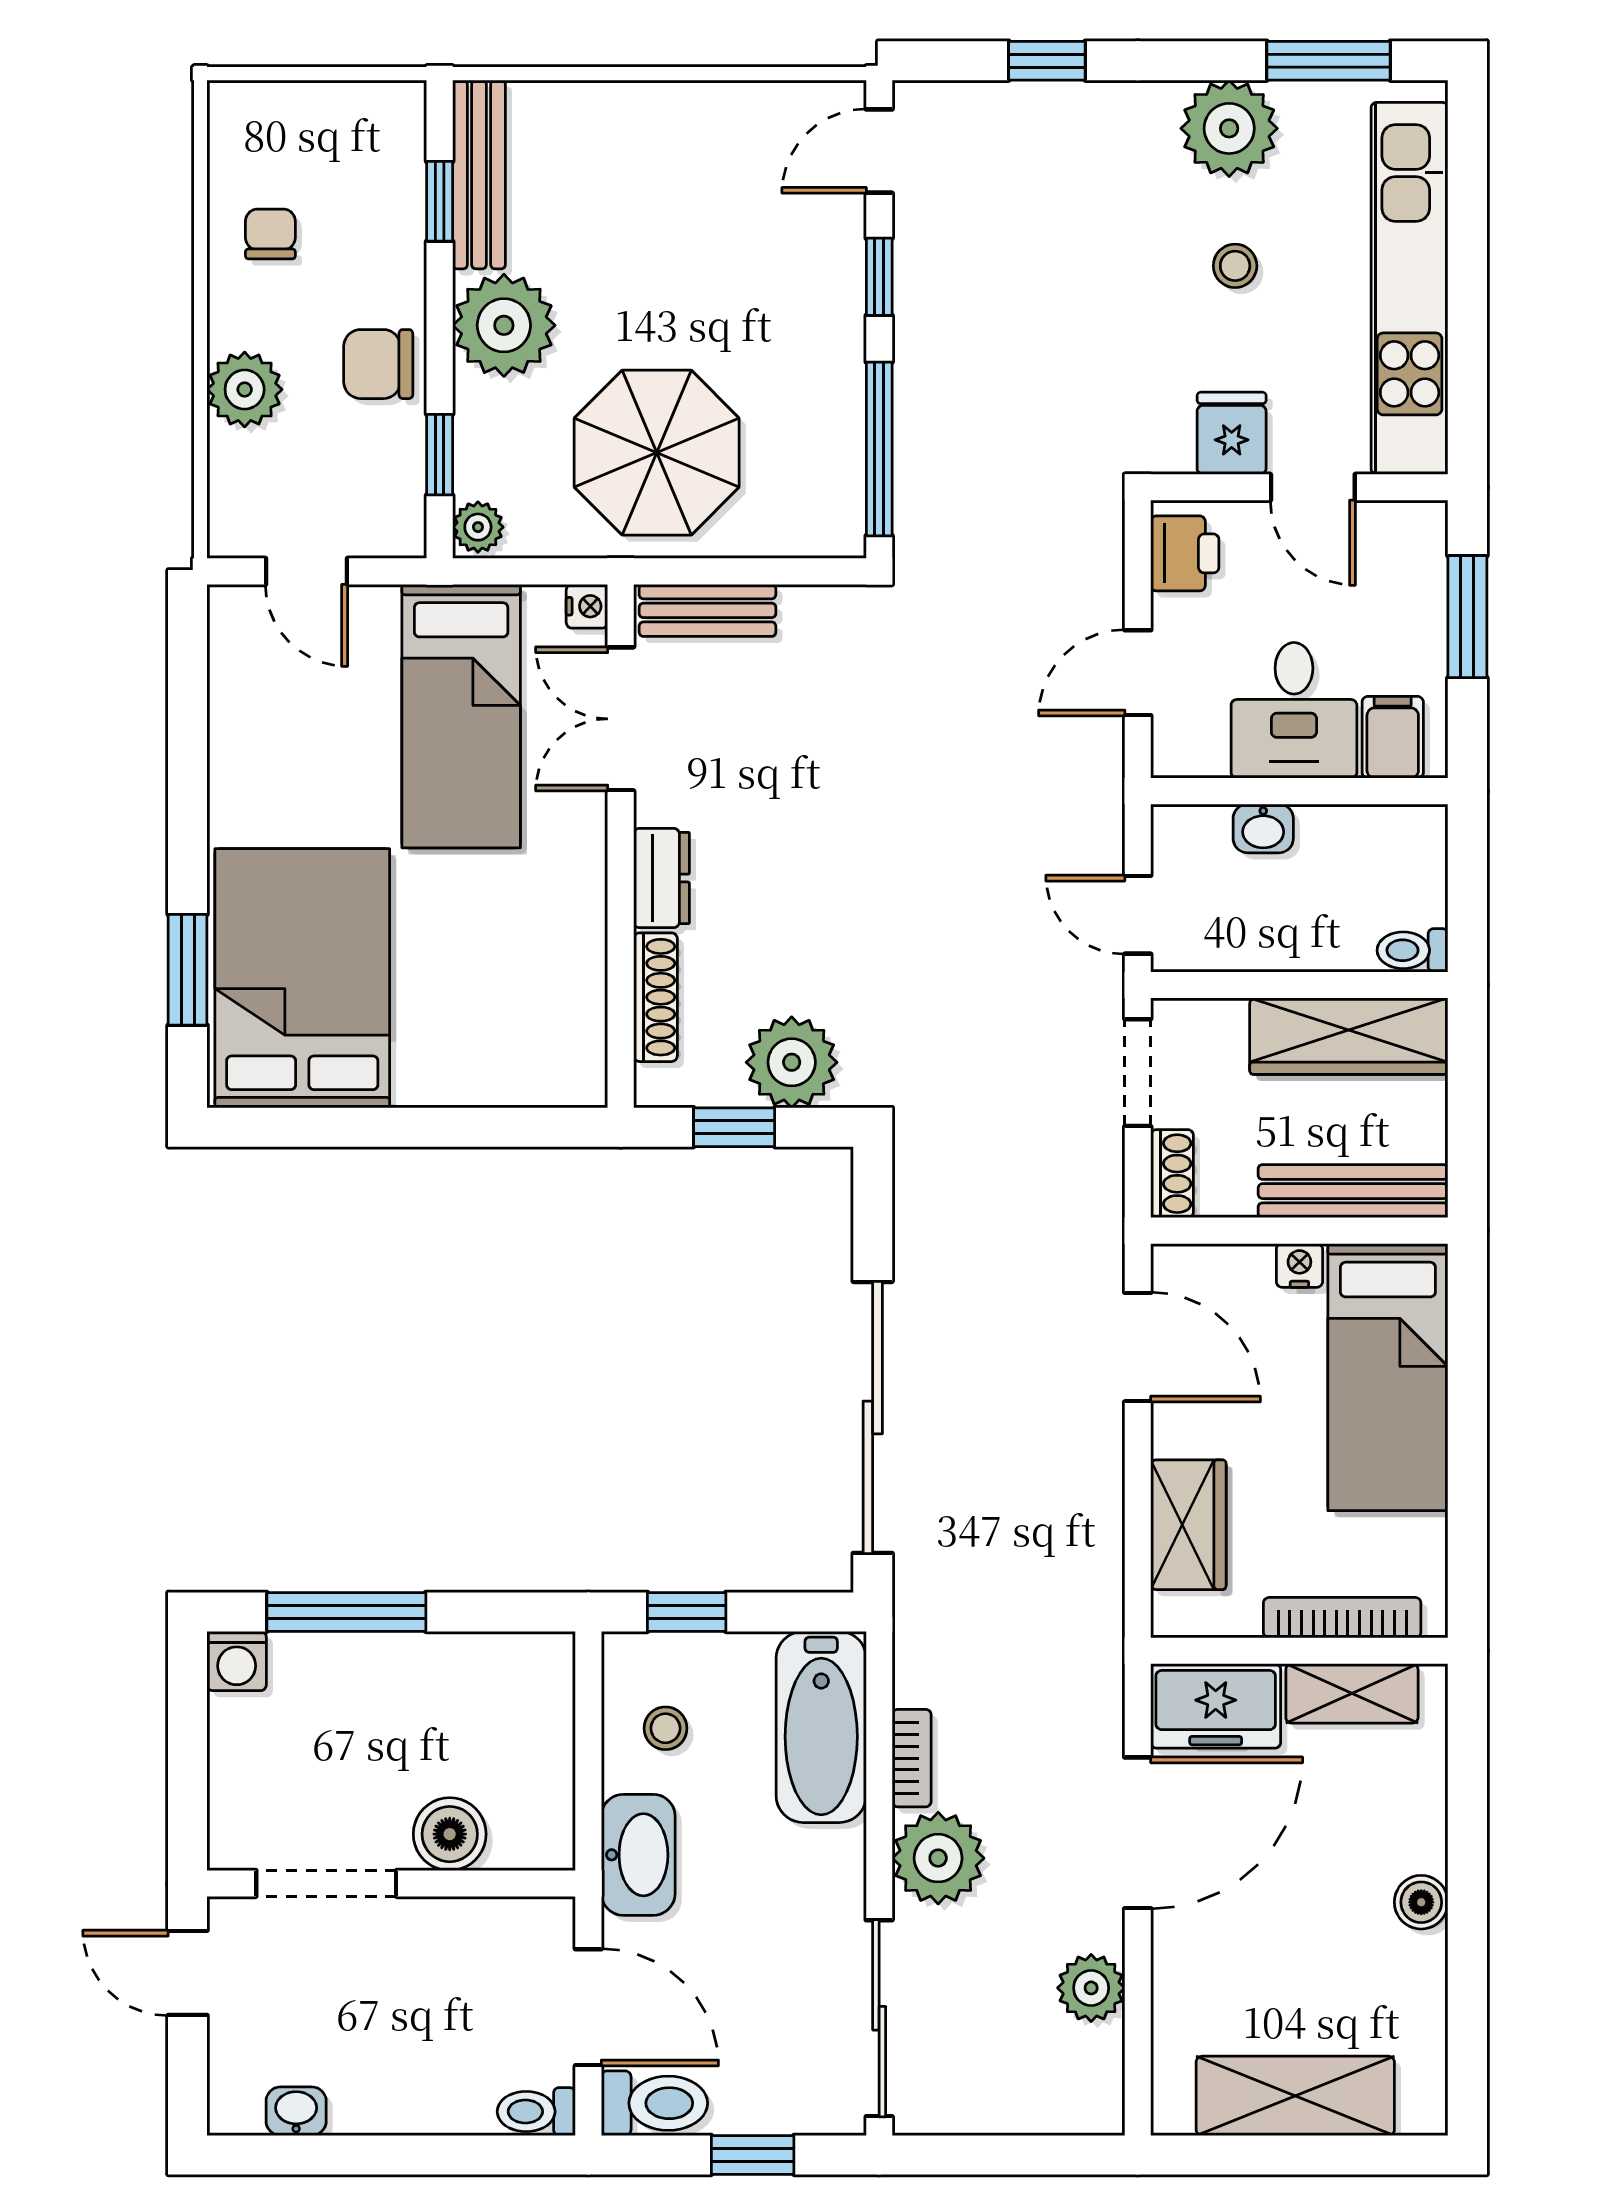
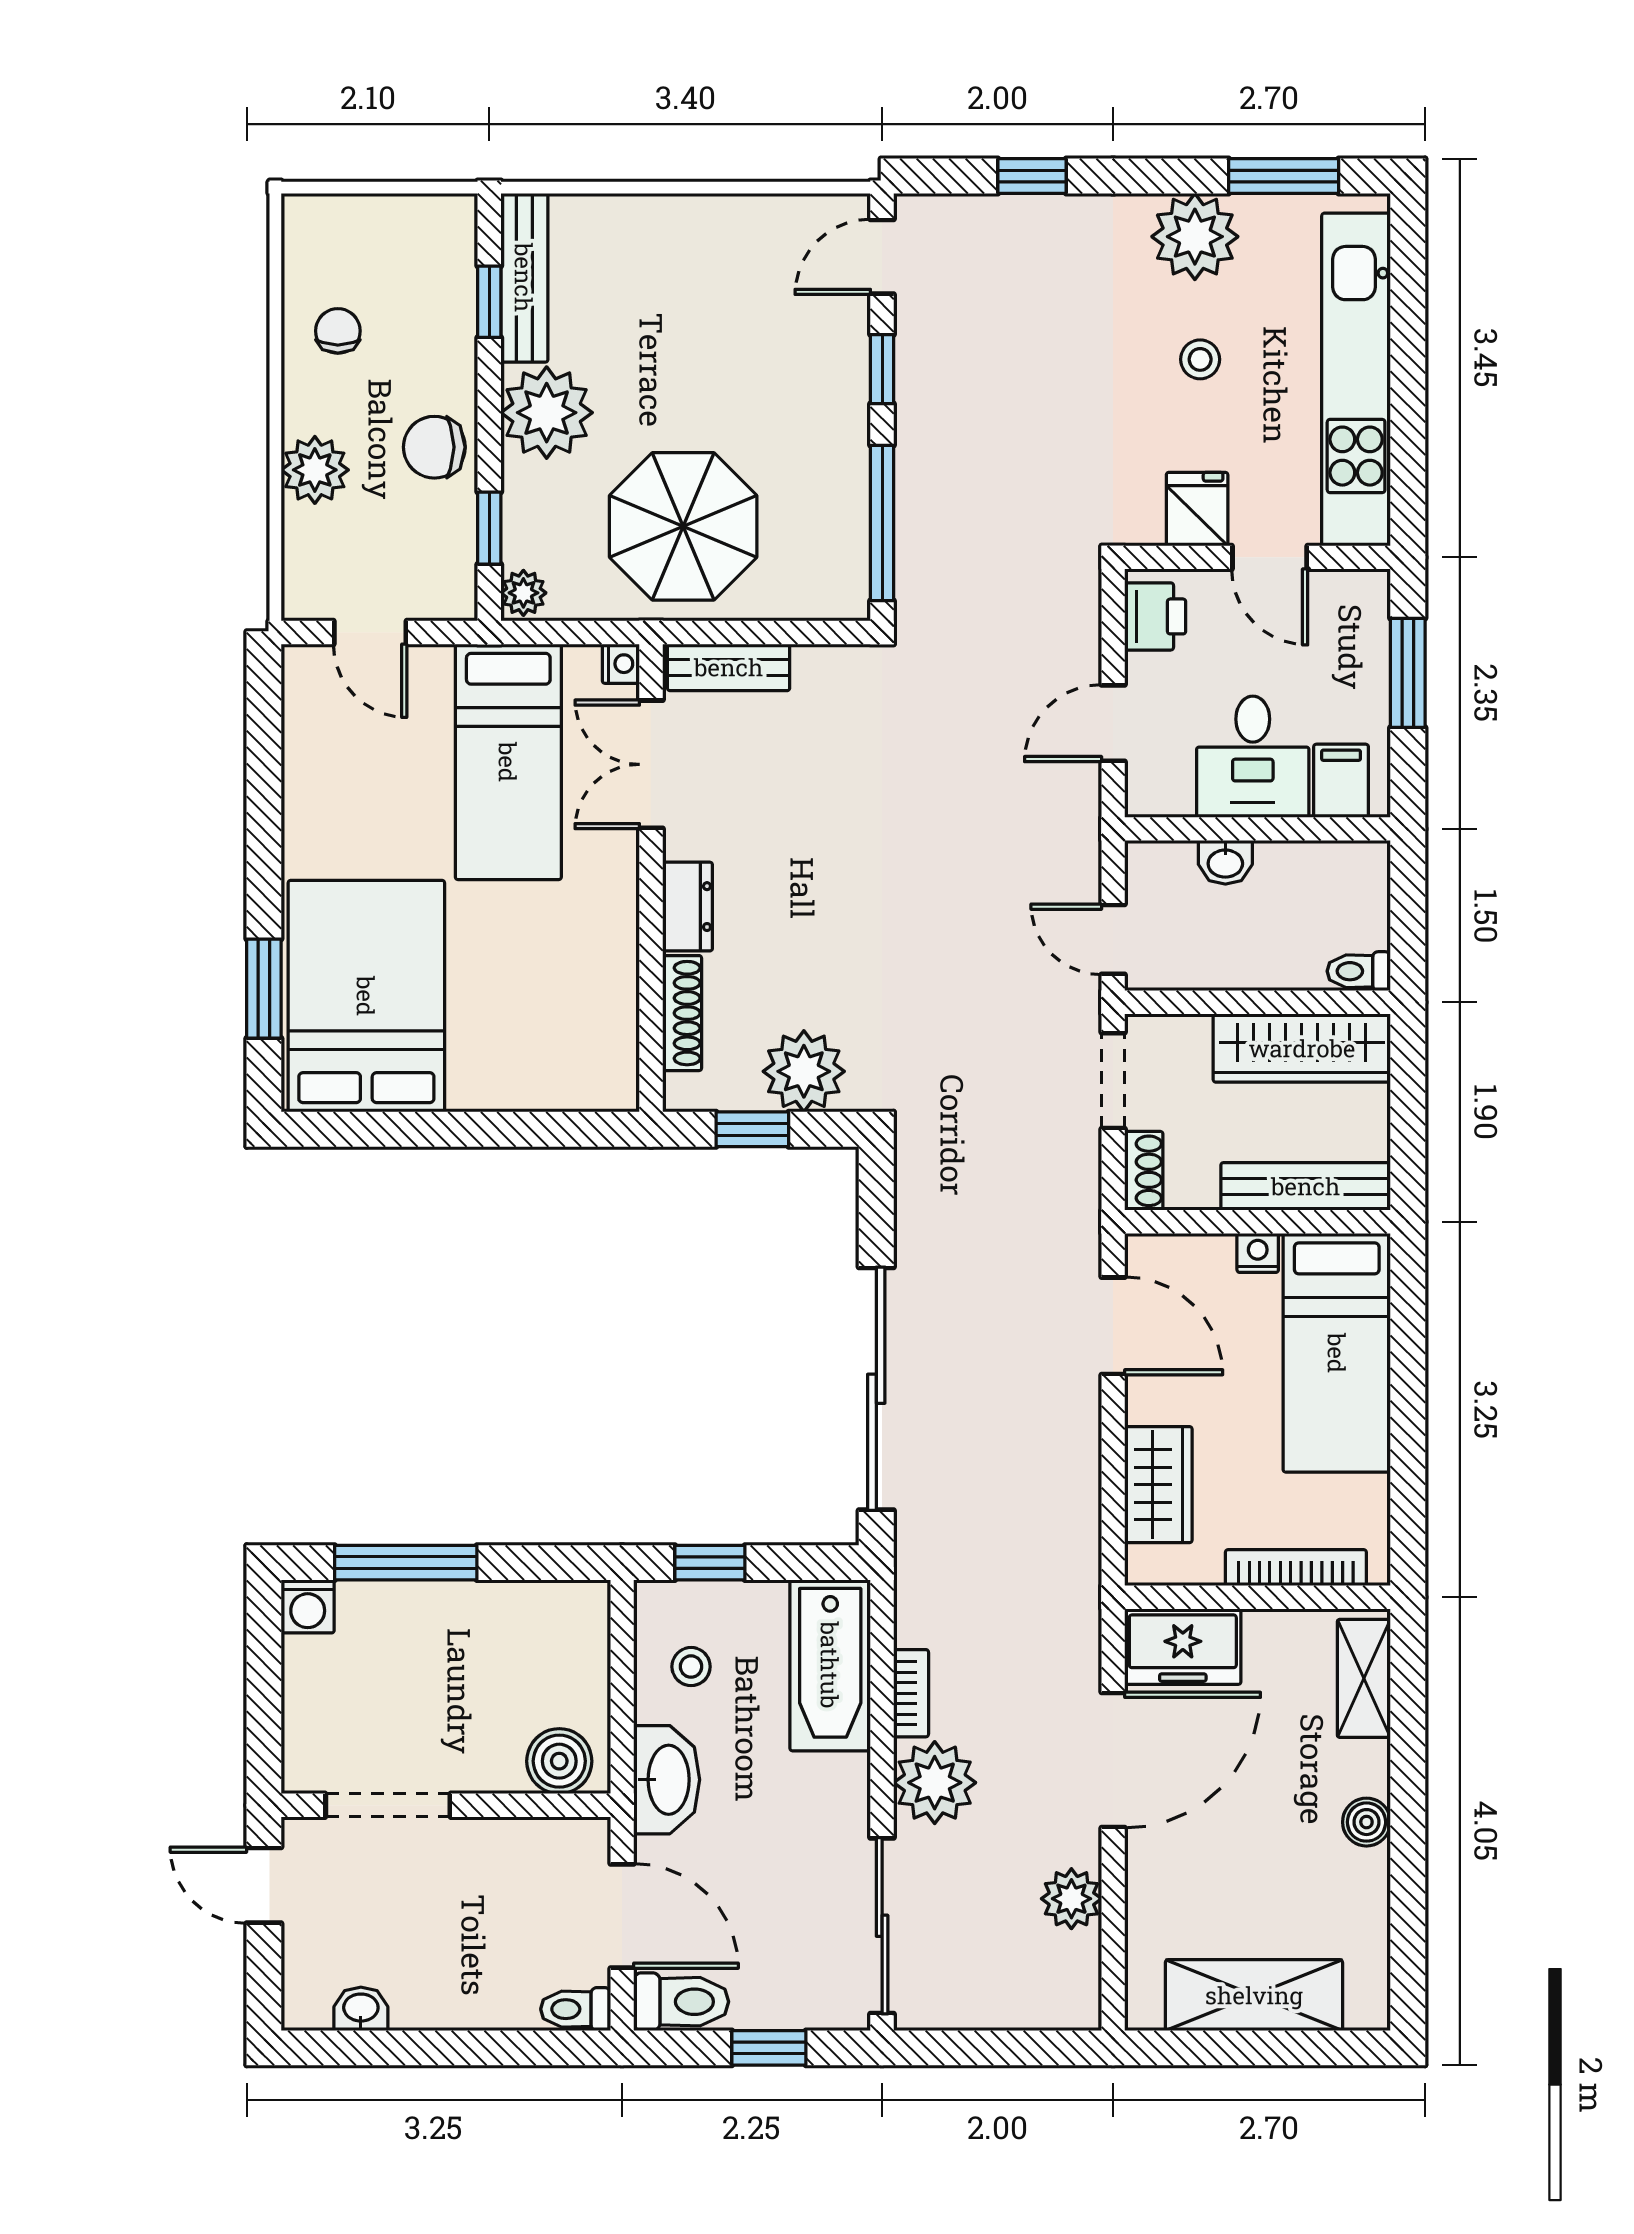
shelving: (1352, 1693) -> (1364, 1678), moved, turned 90
boiler: (450, 1834) -> (559, 1761), moved

